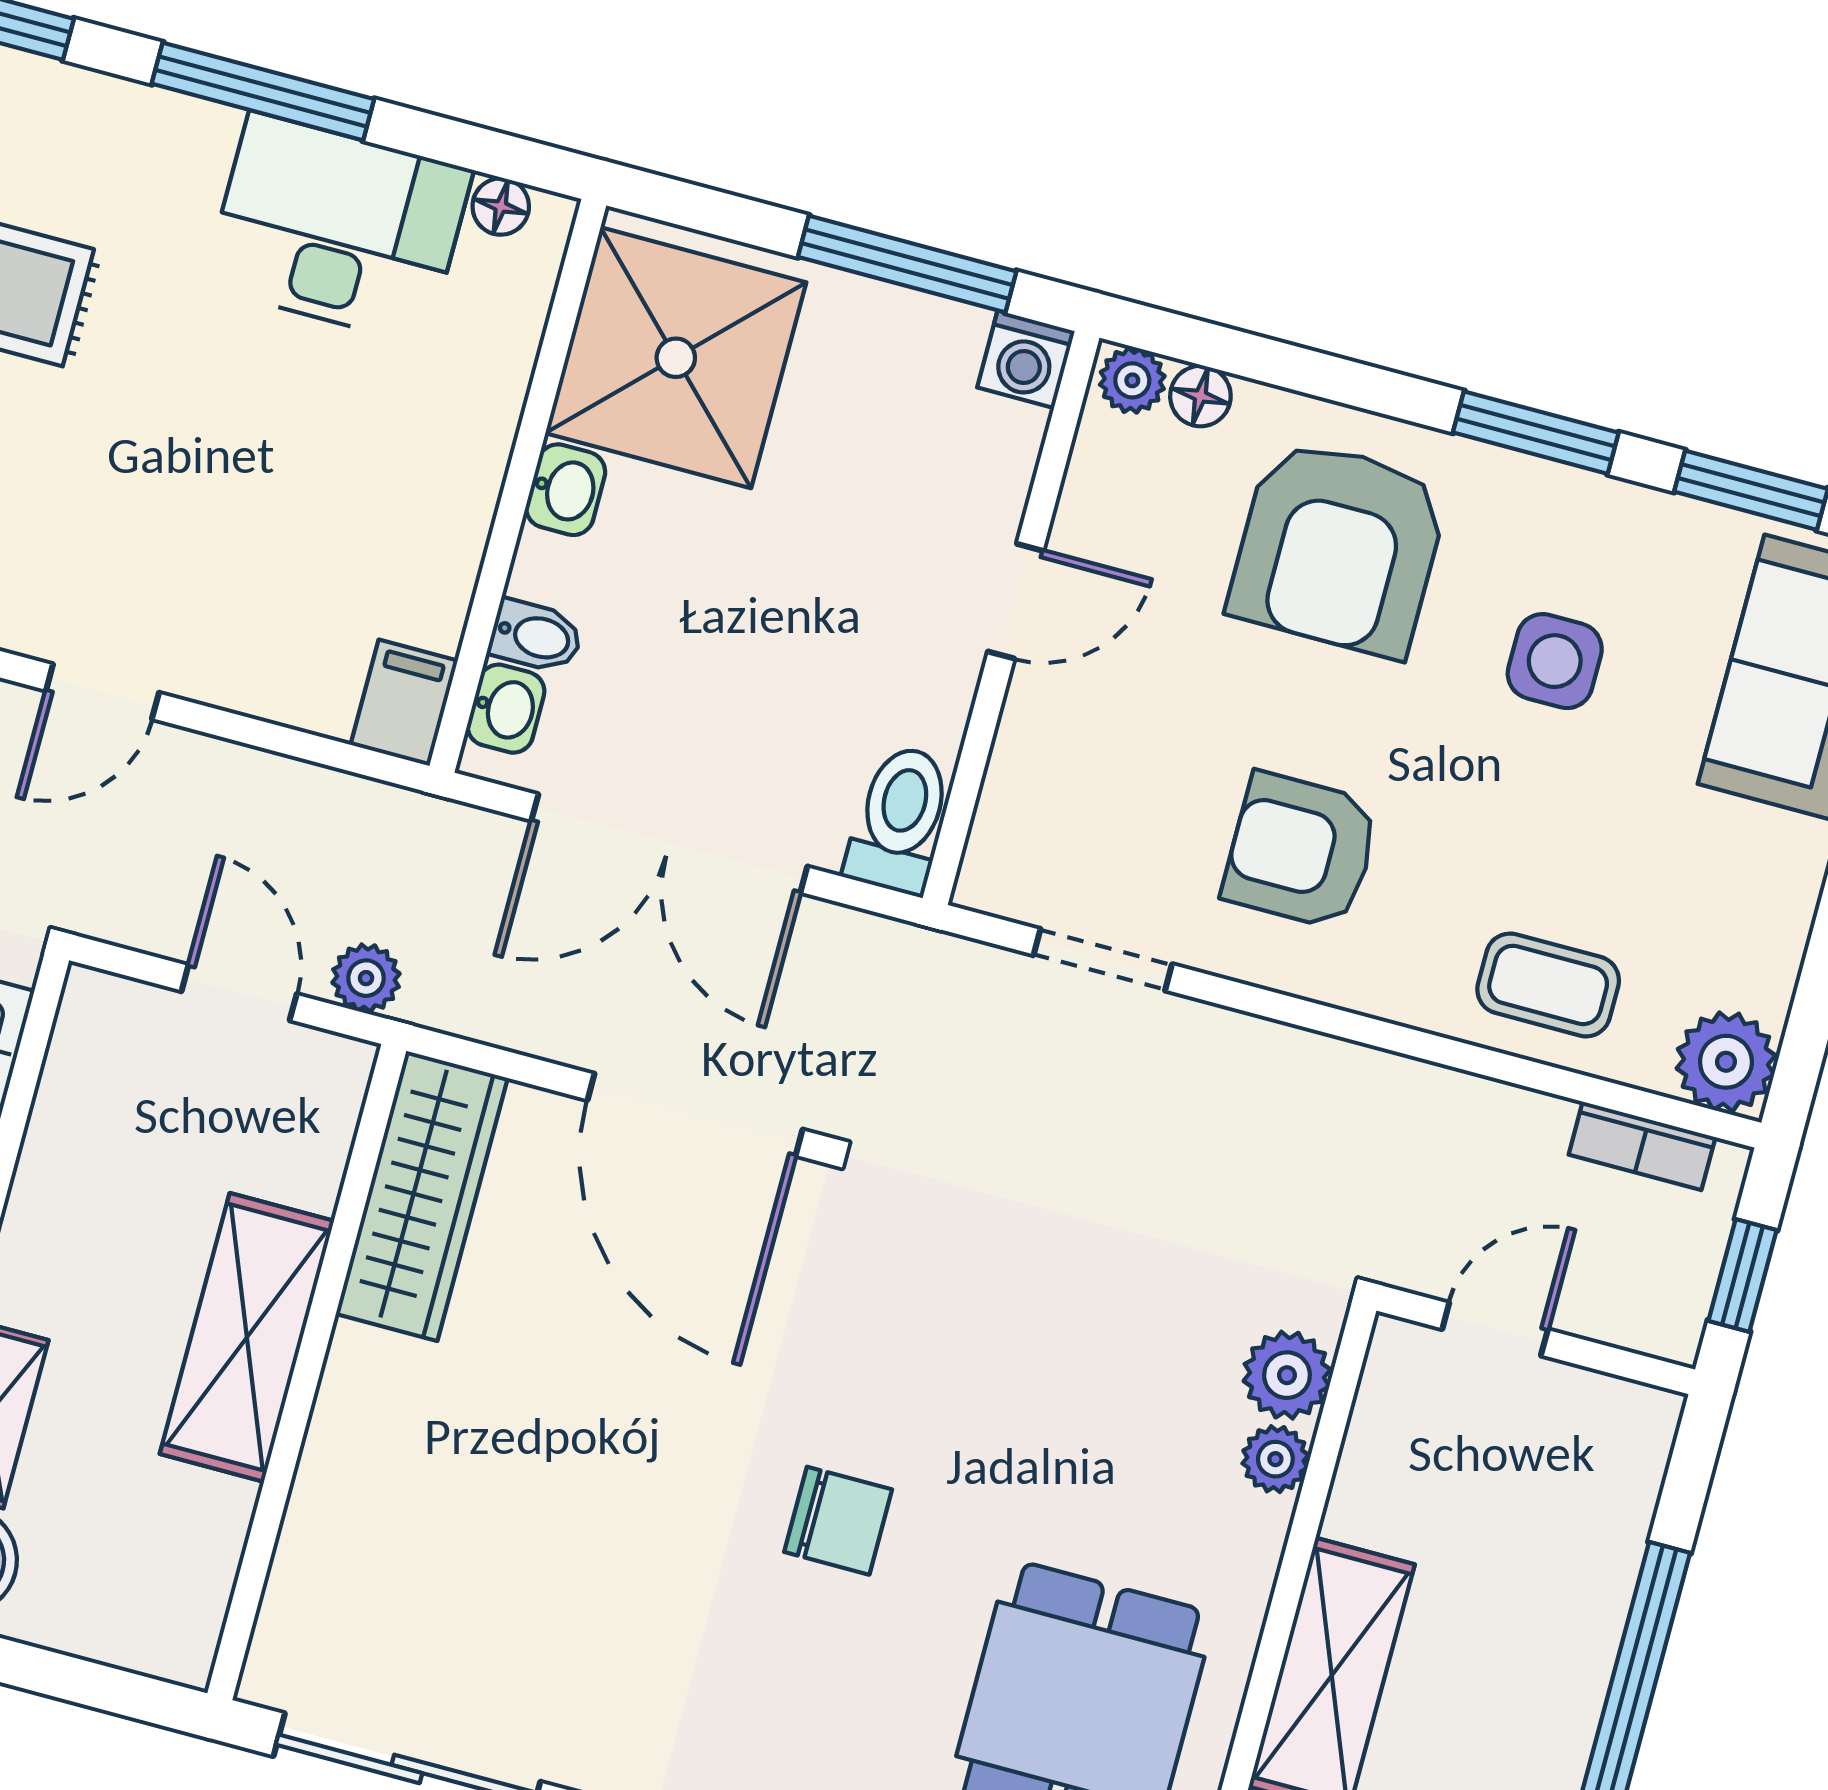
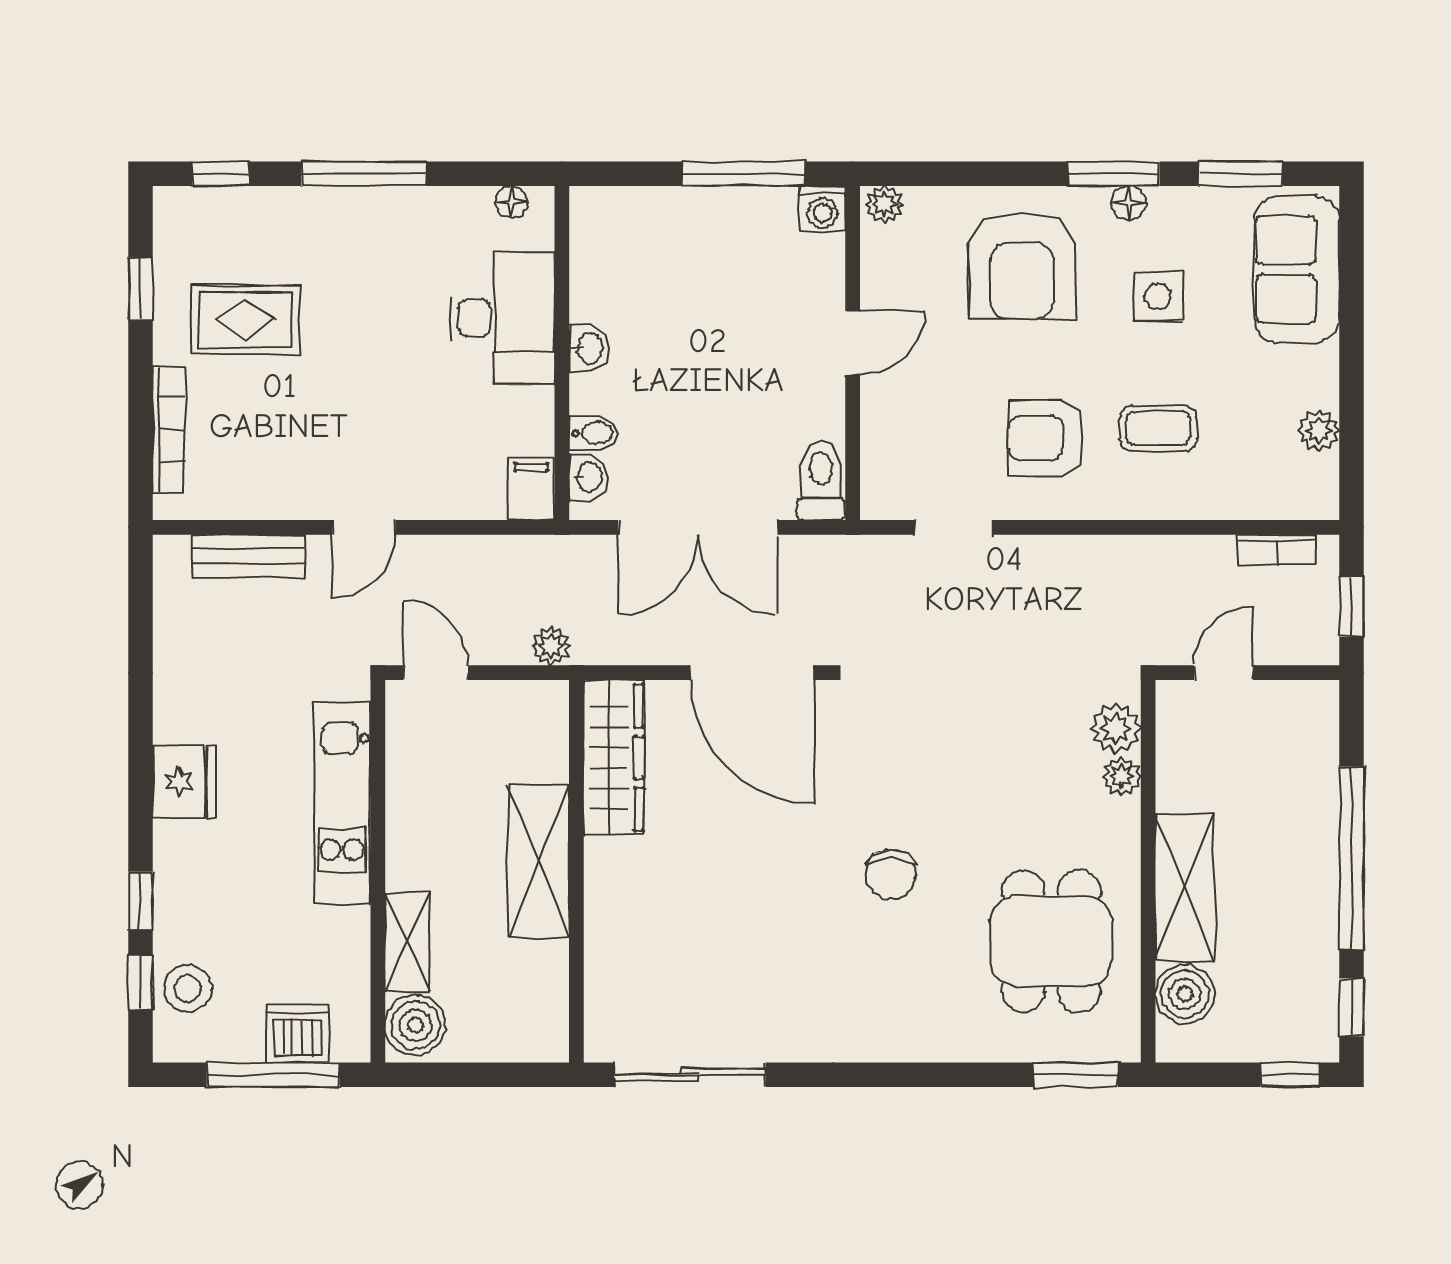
desk: (338, 228) -> (503, 318), moved, turned 90
shower: (676, 358) -> (630, 259), removed
floor lamp: (1200, 396) -> (1129, 203), moved
coffee table: (1548, 985) -> (1158, 428), moved
door: (239, 993) -> (436, 673), moved
plant: (1726, 1062) -> (1319, 430), moved, width x0.73, depth x0.73
chair: (838, 1521) -> (890, 875), turned 90

